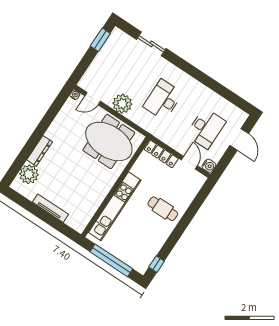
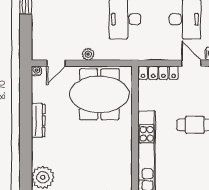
plant: (122, 104) -> (88, 54), width x0.53, depth x0.53
dresser: (40, 151) -> (38, 120), moved

